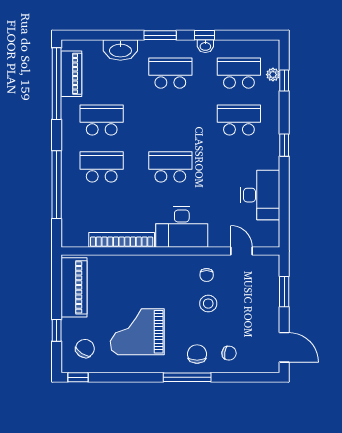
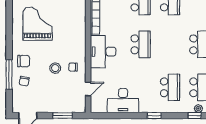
window: (187, 377) -> (9, 74), moved

